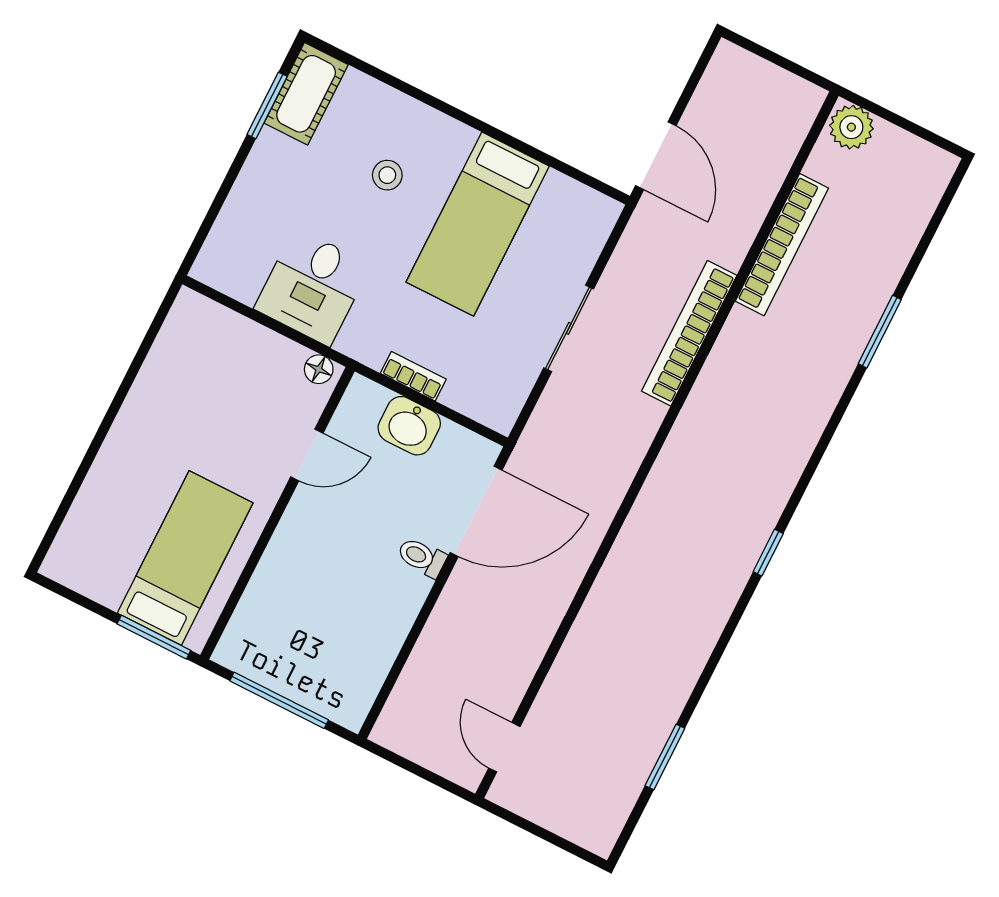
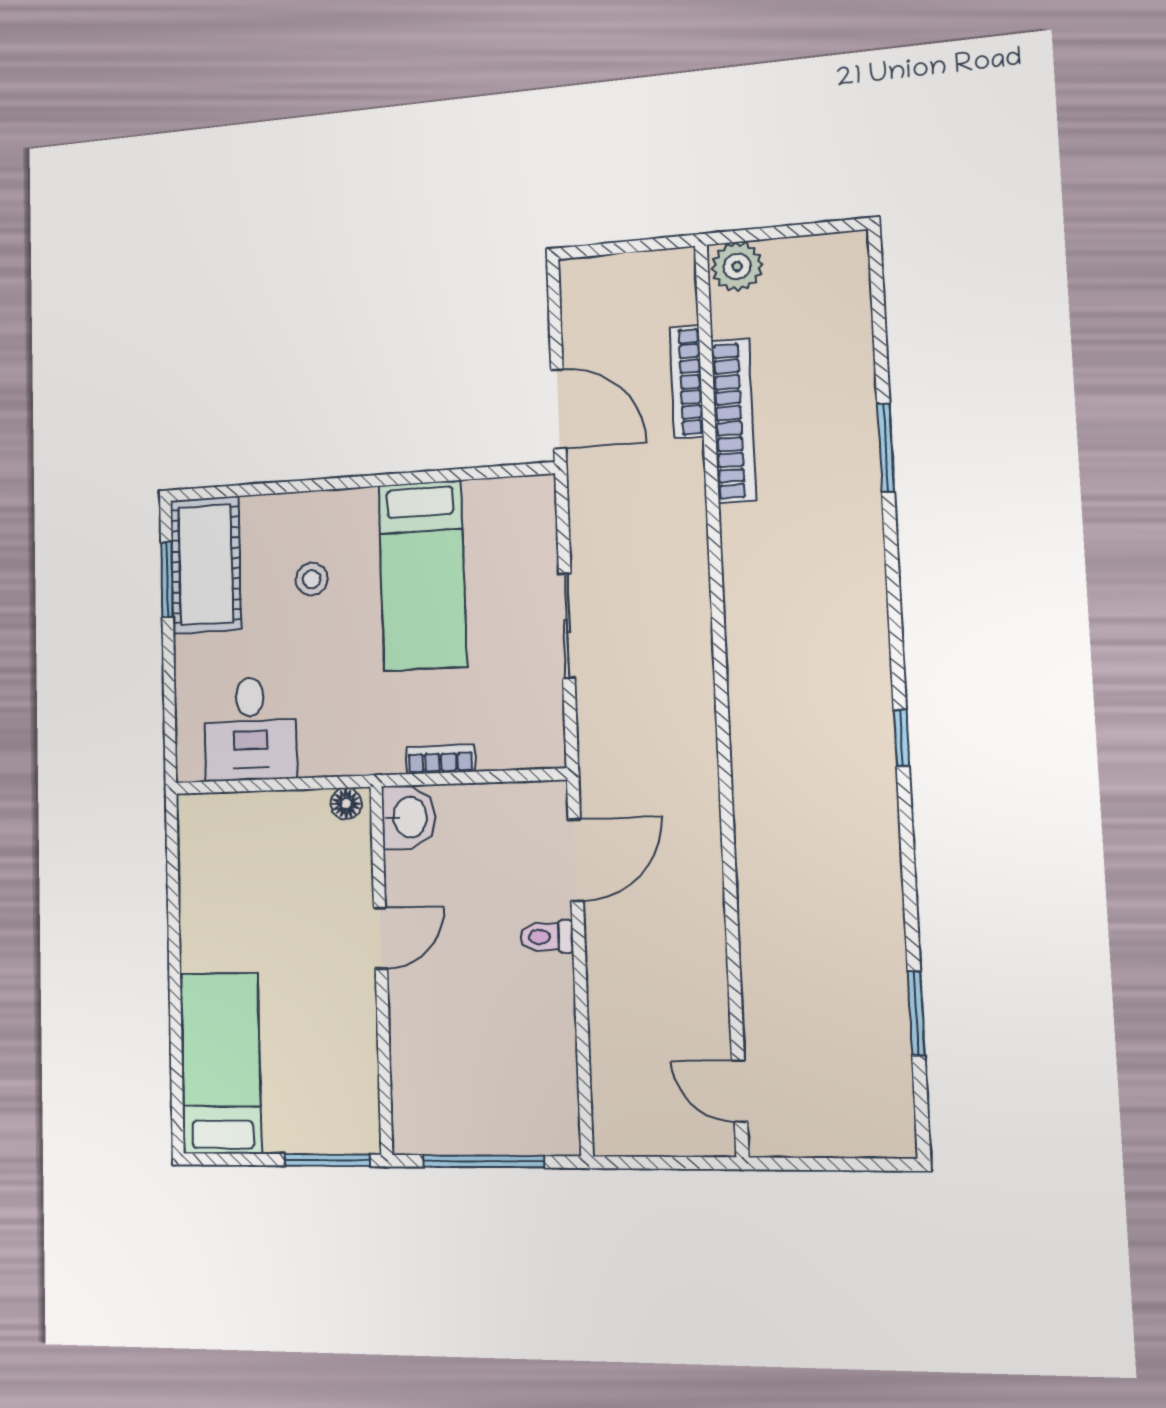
cot: (306, 94) -> (206, 565), width x1.37, depth x1.34
desk: (312, 287) -> (250, 729), moved
bookcase: (689, 333) -> (687, 382), moved, width x0.68, depth x0.76
washbasin: (409, 426) -> (409, 817), moved, turned -90
door: (307, 455) -> (380, 938), moved
door: (476, 511) -> (576, 860), width x0.73
bed: (185, 558) -> (221, 1063), moved

